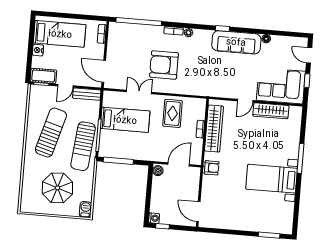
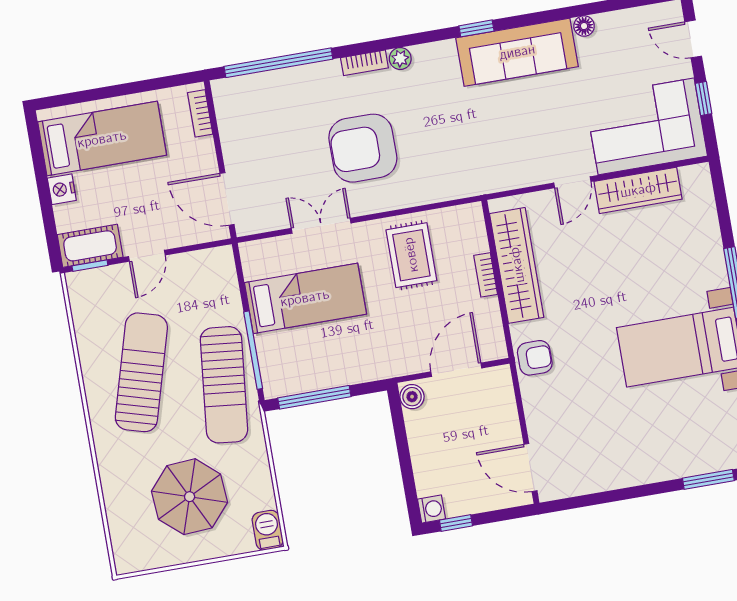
bench: (87, 94) -> (201, 262), removed

